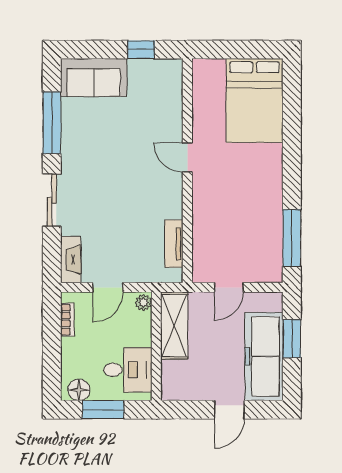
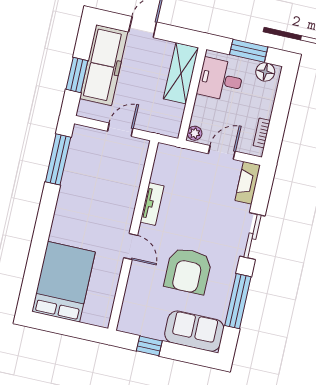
armchair: (116, 145) -> (188, 271), added
tv unit: (174, 244) -> (152, 204), moved
shelving: (174, 326) -> (181, 73), moved

